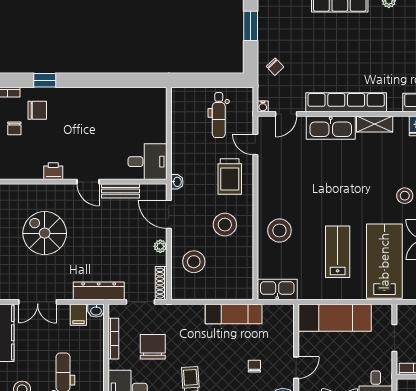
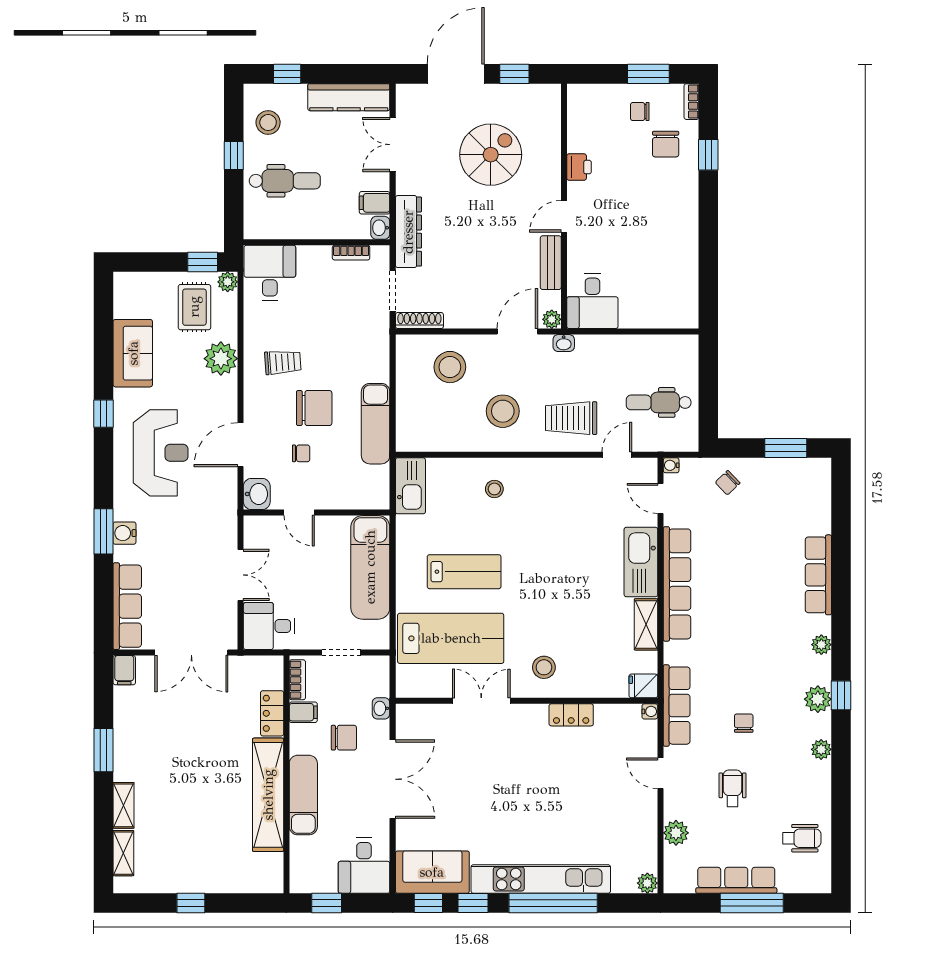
stool: (279, 230) -> (494, 489), width x0.53, depth x0.53
plant: (160, 246) -> (552, 319), moved
bookcase: (113, 339) -> (351, 253), width x0.64
chair: (153, 347) -> (314, 408), moved

